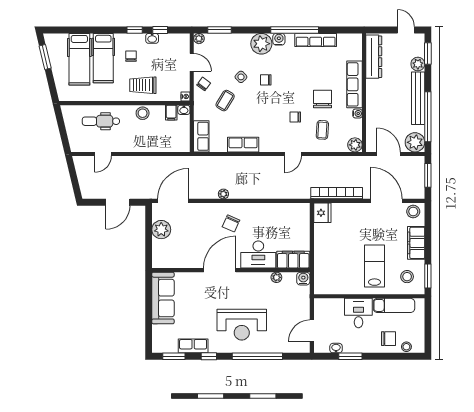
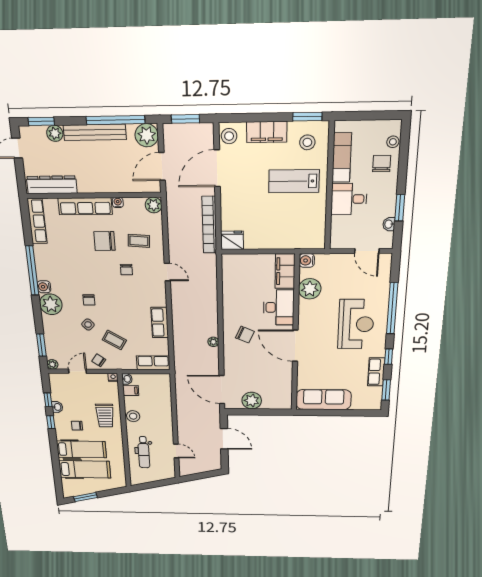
row of seats: (316, 40) -> (37, 221), moved
plant: (276, 277) -> (310, 289), width x1.87, depth x1.87

